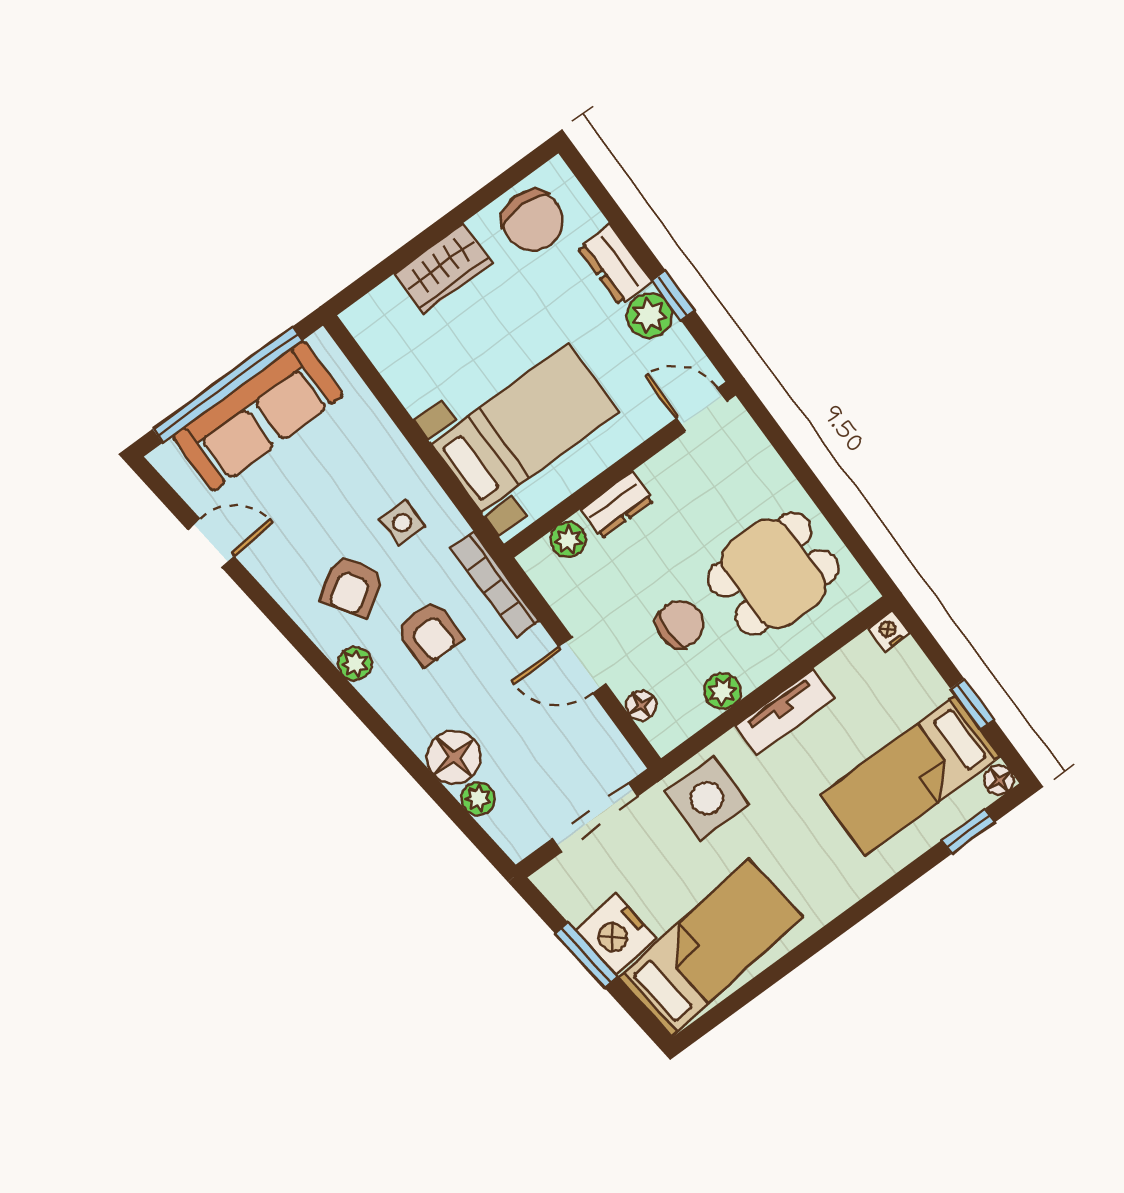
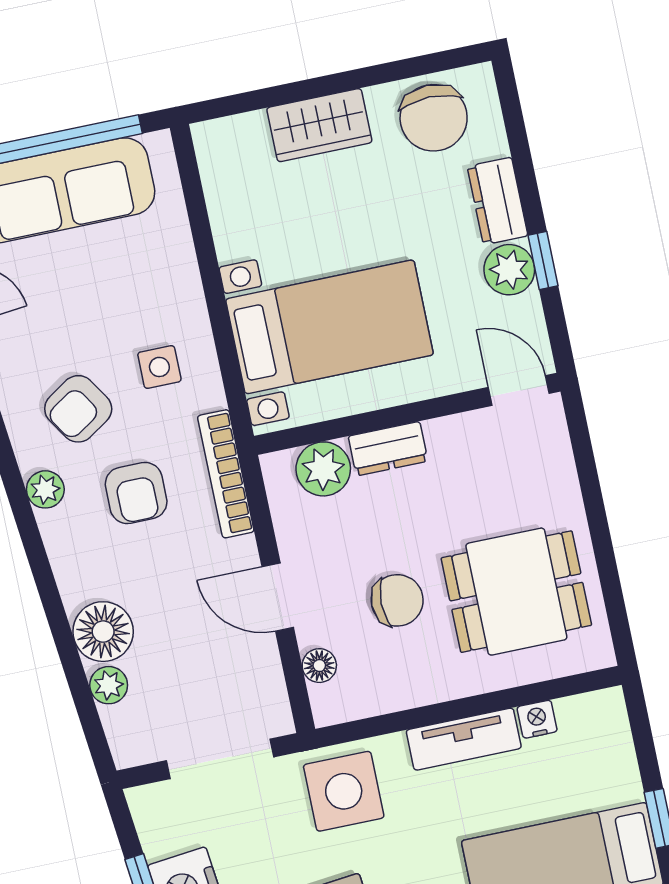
plant: (568, 540) -> (323, 469), width x1.38, depth x1.38
nightstand: (889, 631) -> (537, 719), moved
plant: (722, 691) -> (409, 689), removed

